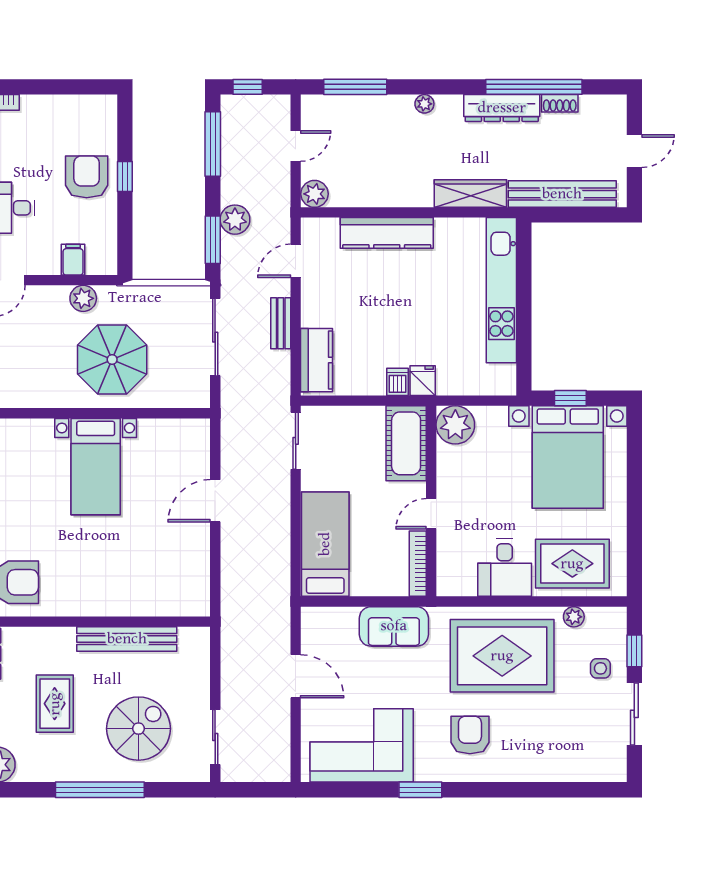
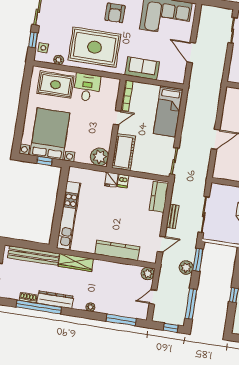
side table: (600, 668) -> (43, 48), moved

